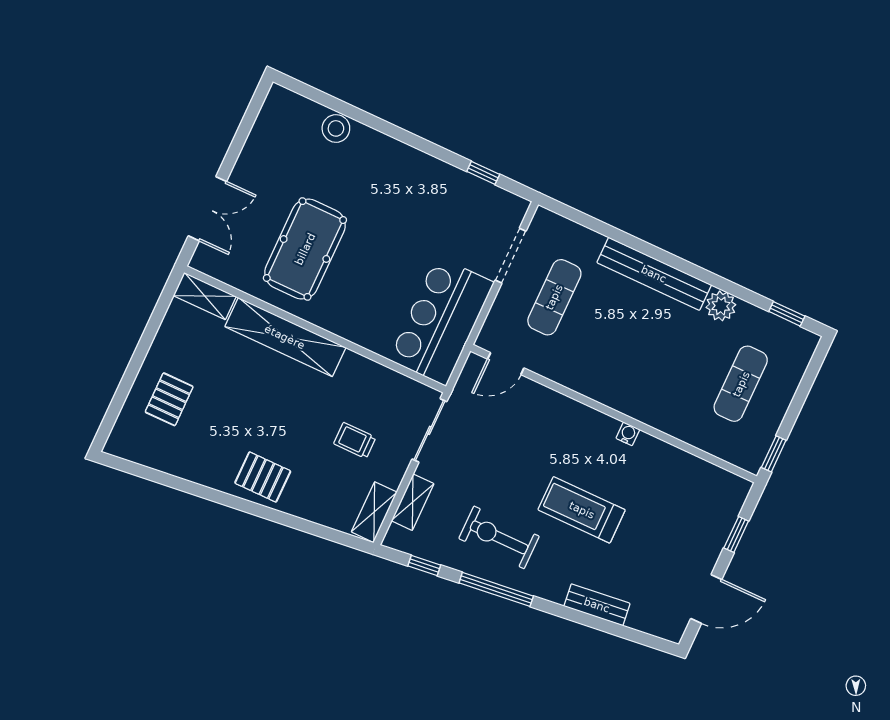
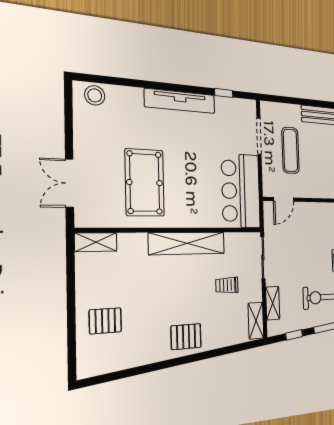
stool: (336, 128) -> (95, 95), moved
tv unit: (410, 160) -> (180, 101), added
double door: (207, 209) -> (69, 183), swing flipped
shelving: (285, 337) -> (187, 243), moved
pallet: (169, 399) -> (105, 321), turned 90

